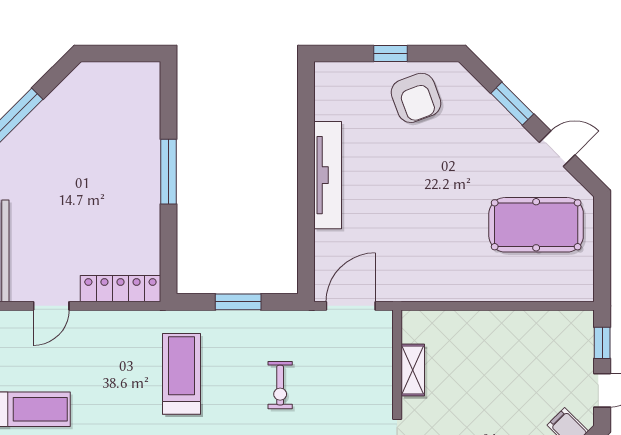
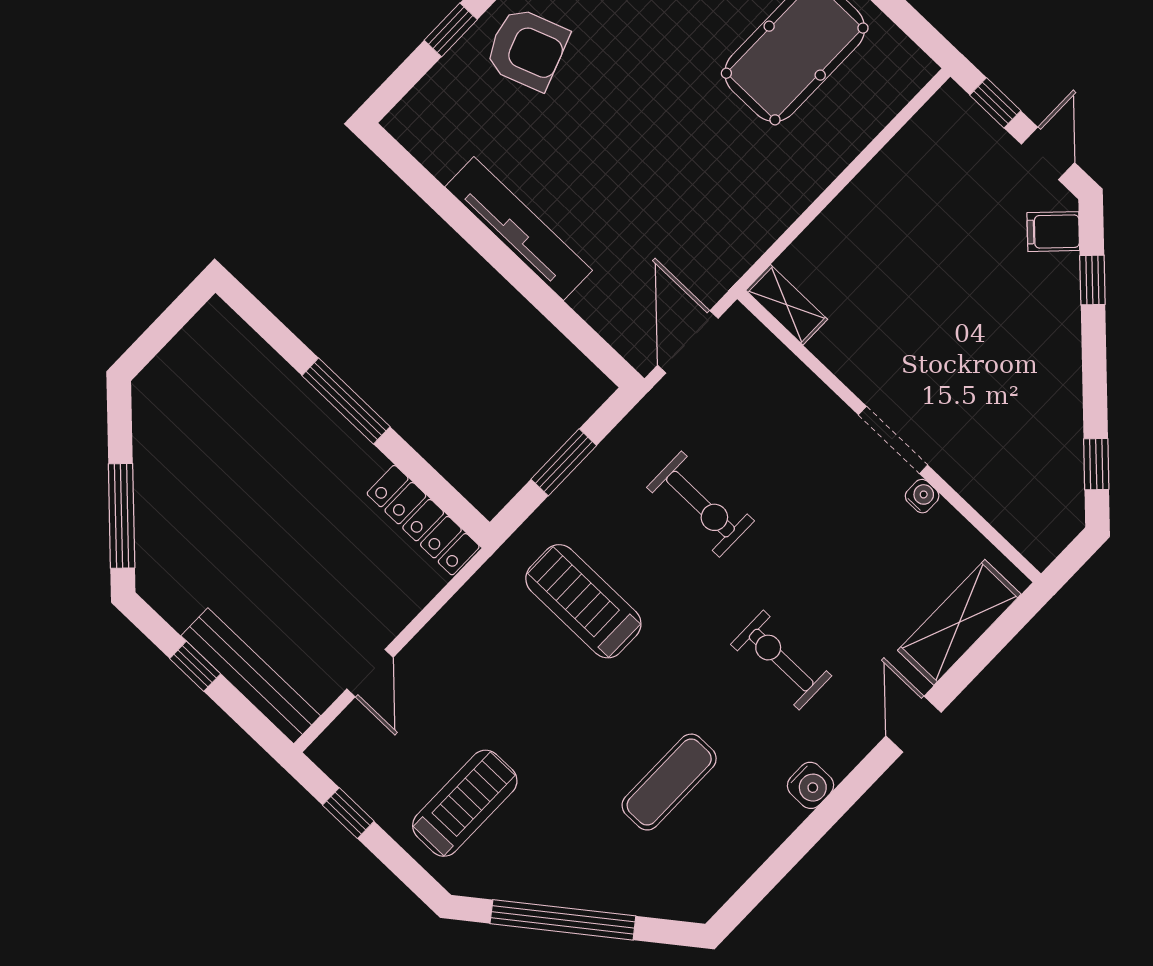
locker: (120, 289) -> (423, 520), moved, turned -90
shelving: (413, 370) -> (787, 305), moved
exercise bike: (280, 385) -> (700, 504), width x1.38, depth x1.39

